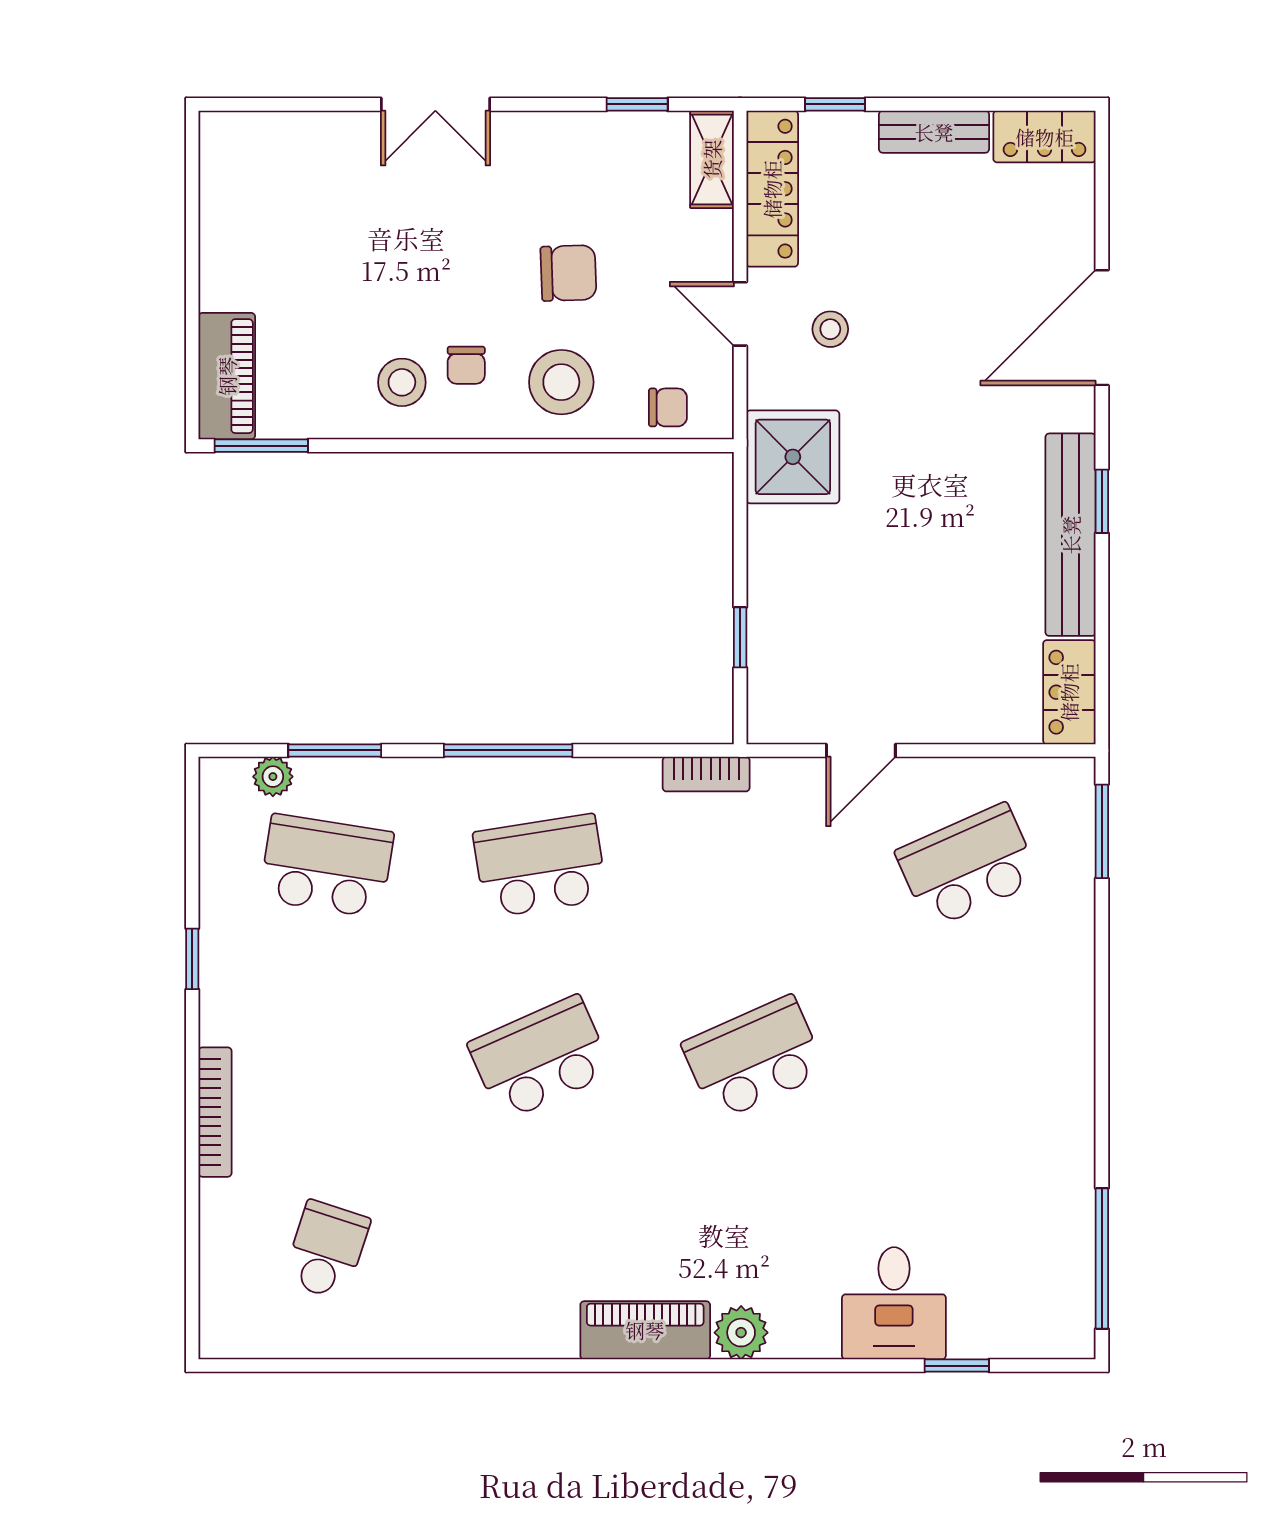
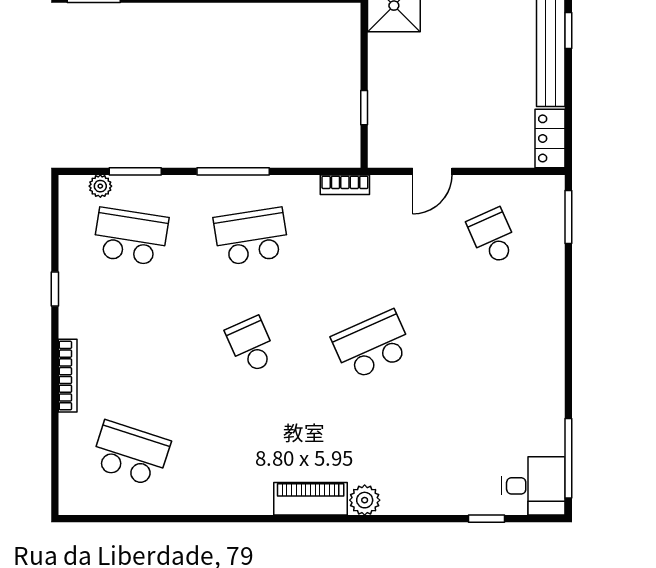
school desk: (968, 866) -> (493, 237), width x0.54
school desk: (540, 1058) -> (251, 345), width x0.54
school desk: (326, 1250) -> (131, 454), width x1.85
desk: (894, 1303) -> (533, 486), moved, turned -90

